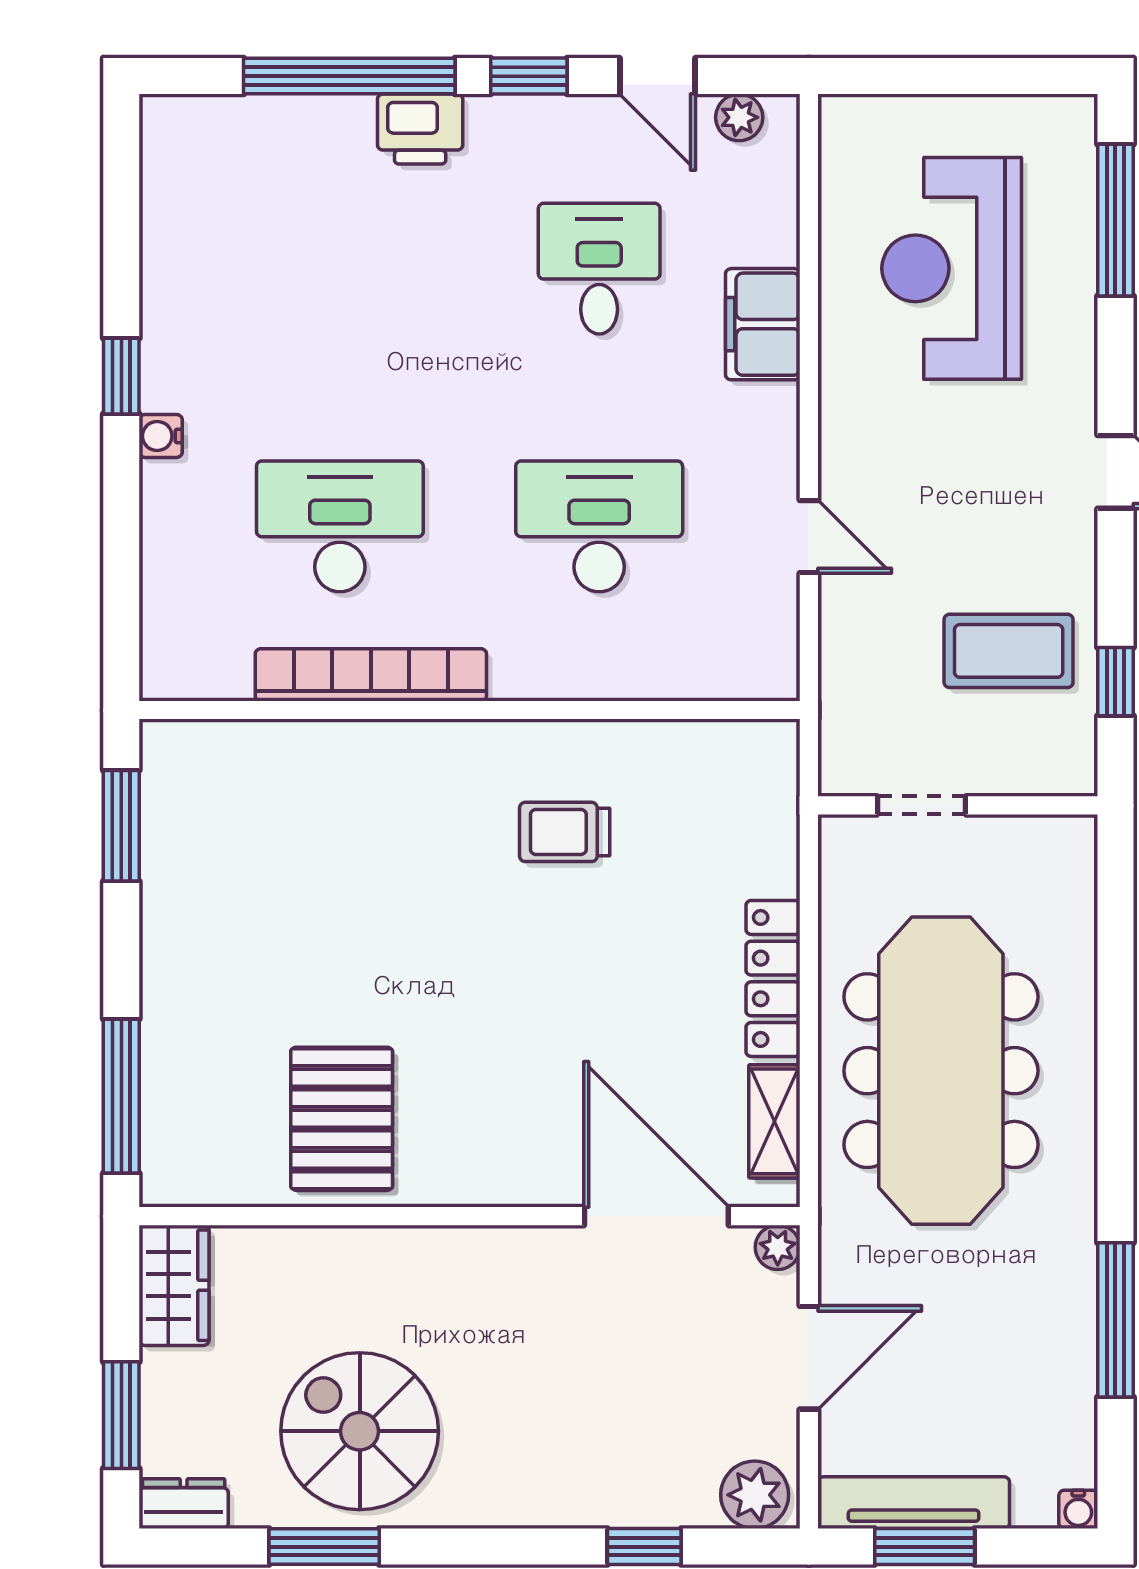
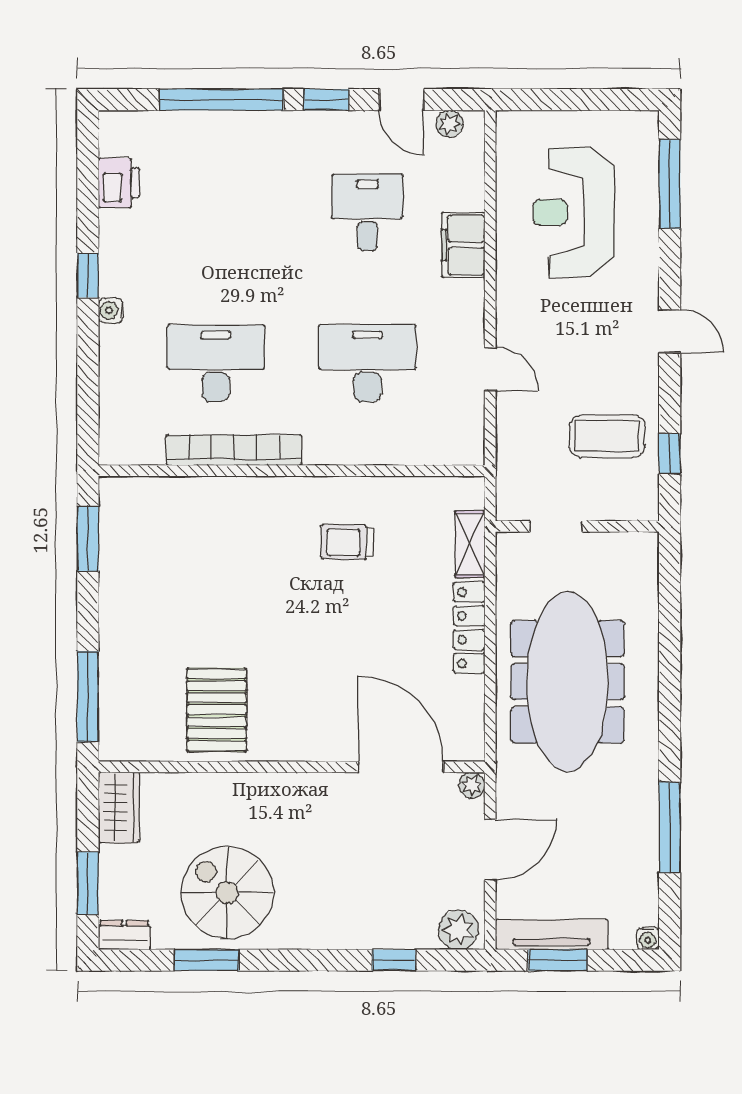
printer: (420, 129) -> (119, 183), moved, turned -90
shelving: (774, 1121) -> (470, 544), moved

